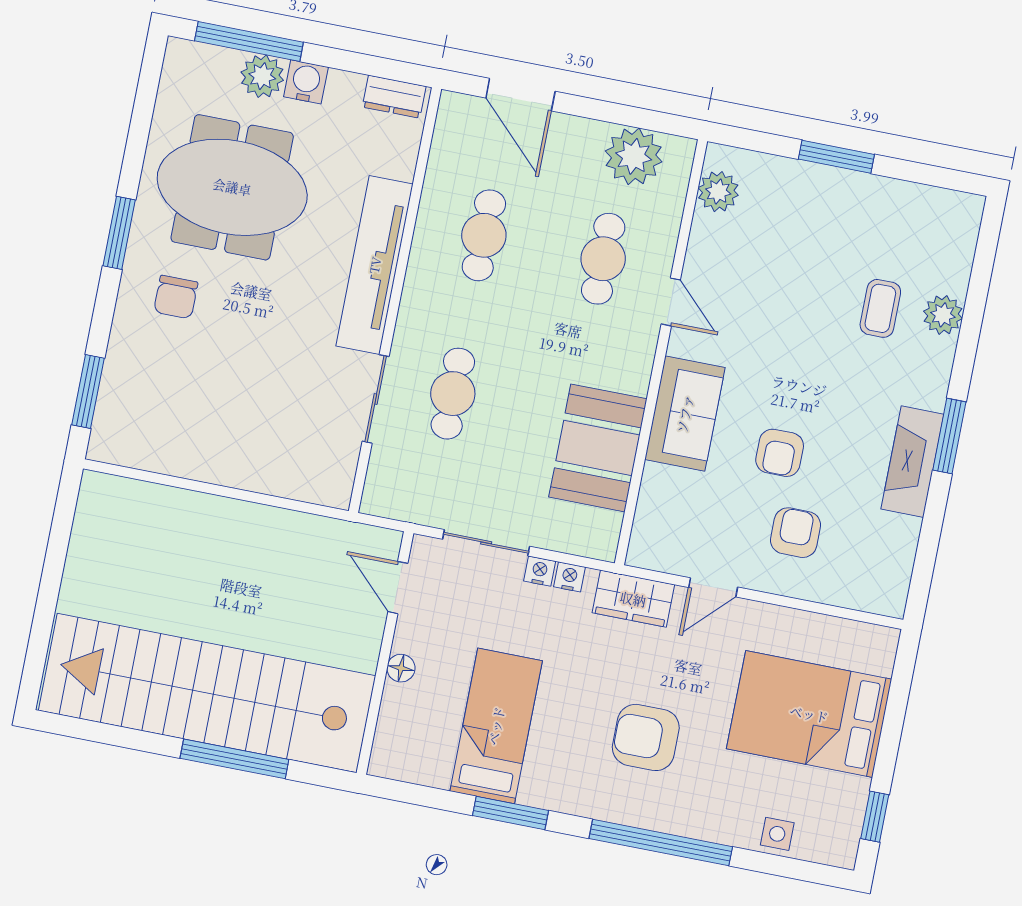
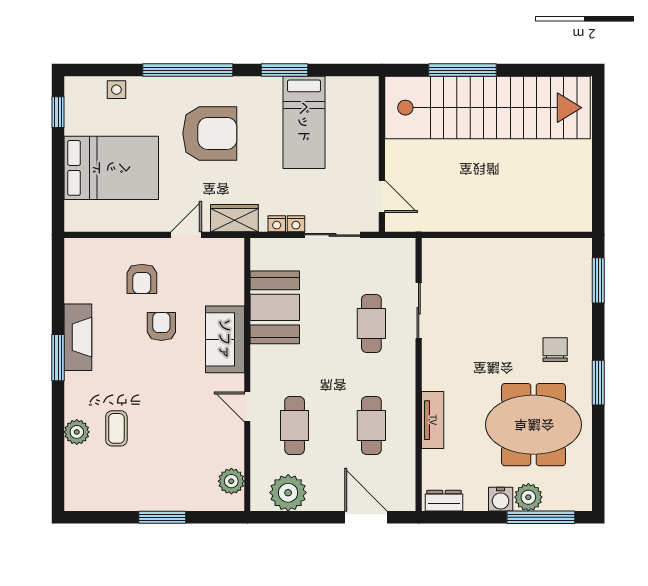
tv unit: (375, 265) -> (433, 420), width x0.52, depth x0.78
floor lamp: (401, 668) -> (370, 147), removed
armchair: (646, 737) -> (210, 133), width x1.36, depth x1.36

